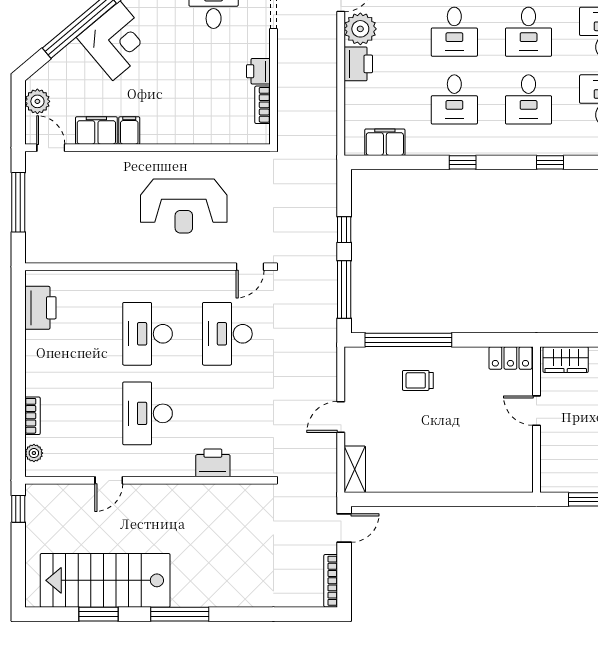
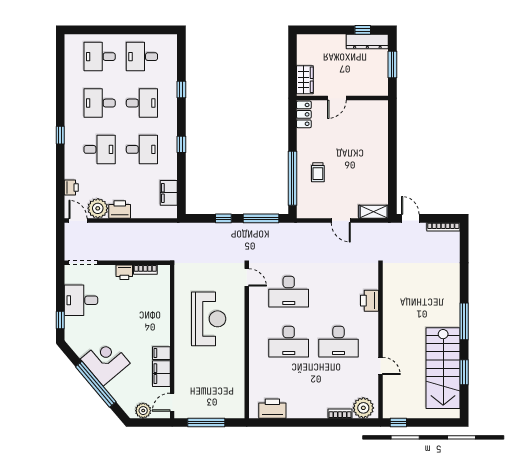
desk: (529, 32) -> (100, 103), turned 180
plant: (34, 453) -> (363, 408), width x1.88, depth x1.88

